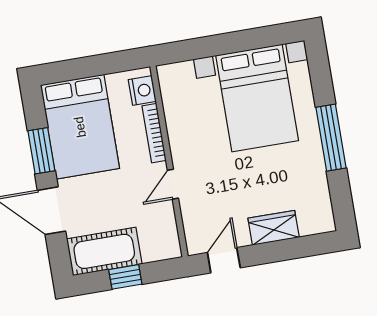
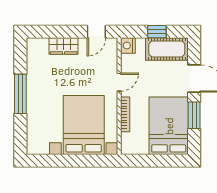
nightstand: (142, 90) -> (128, 46), moved
bed with nightstands: (257, 98) -> (84, 125), moved

